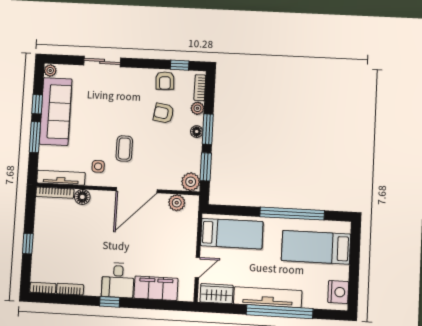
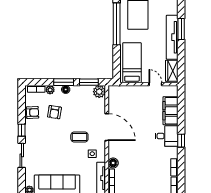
window: (180, 65) -> (22, 130), moved
plant: (177, 203) -> (114, 100), removed
window: (280, 312) -> (181, 29), width x0.47

